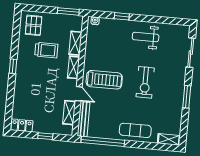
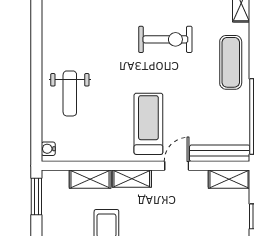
window: (122, 16) -> (36, 103), removed
weight bench: (146, 37) -> (70, 93), moved
exercise bike: (145, 82) -> (165, 39), moved
shelving: (69, 113) -> (229, 179), moved

